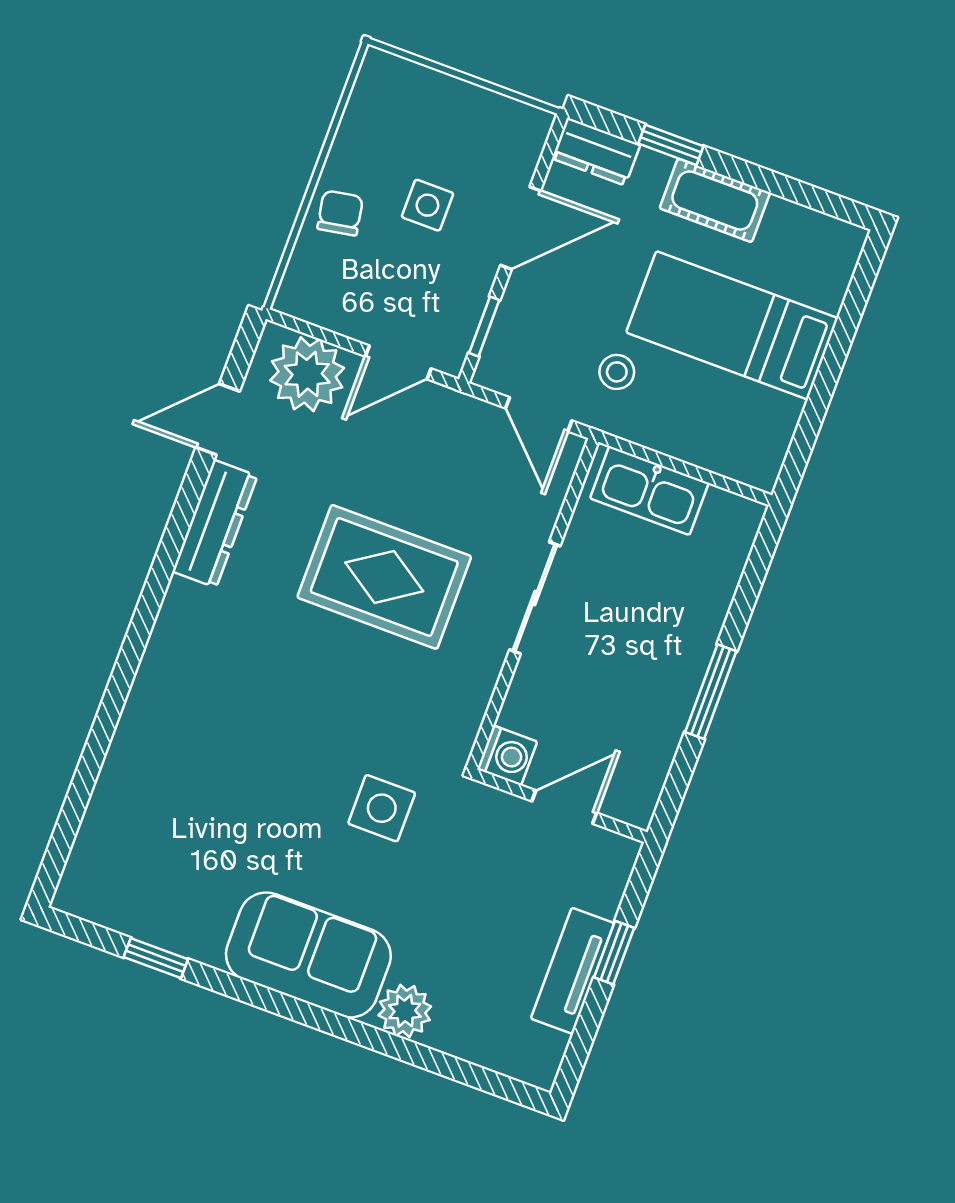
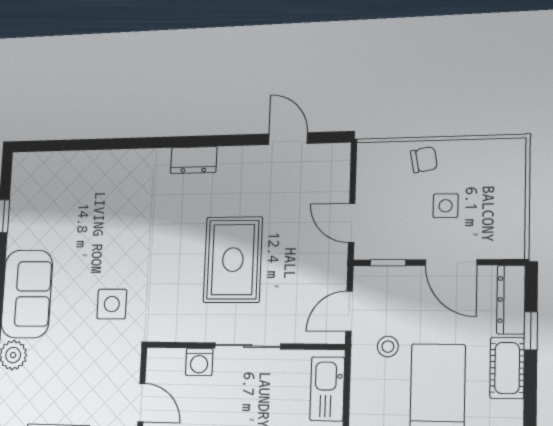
dresser: (596, 152) -> (511, 300), width x1.44
plant: (307, 374) -> (328, 176), removed
dresser: (215, 524) -> (194, 160), moved, width x0.70
washing machine: (507, 755) -> (199, 362), moved

